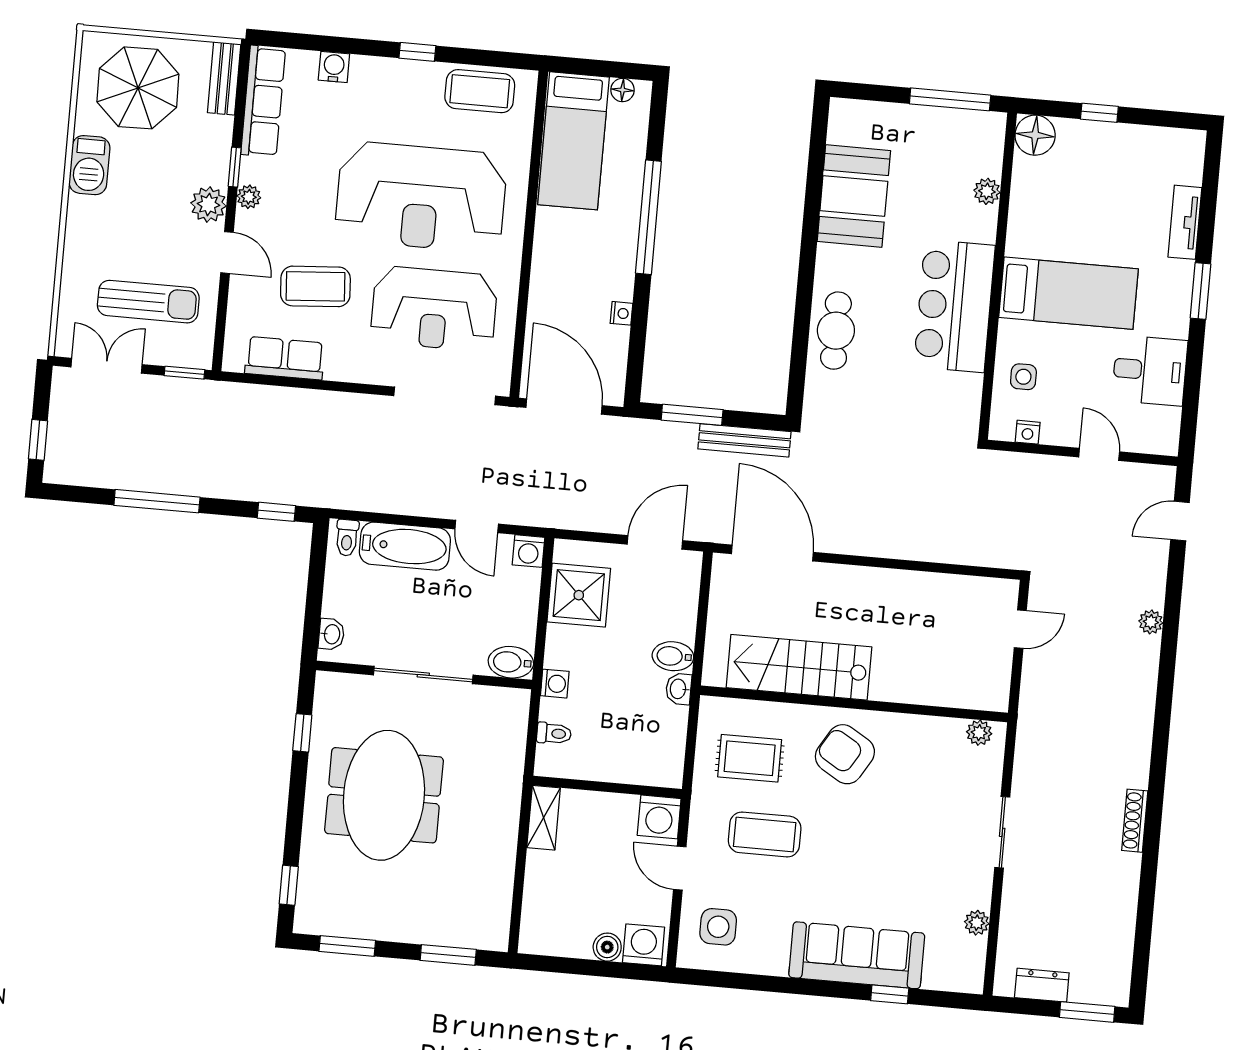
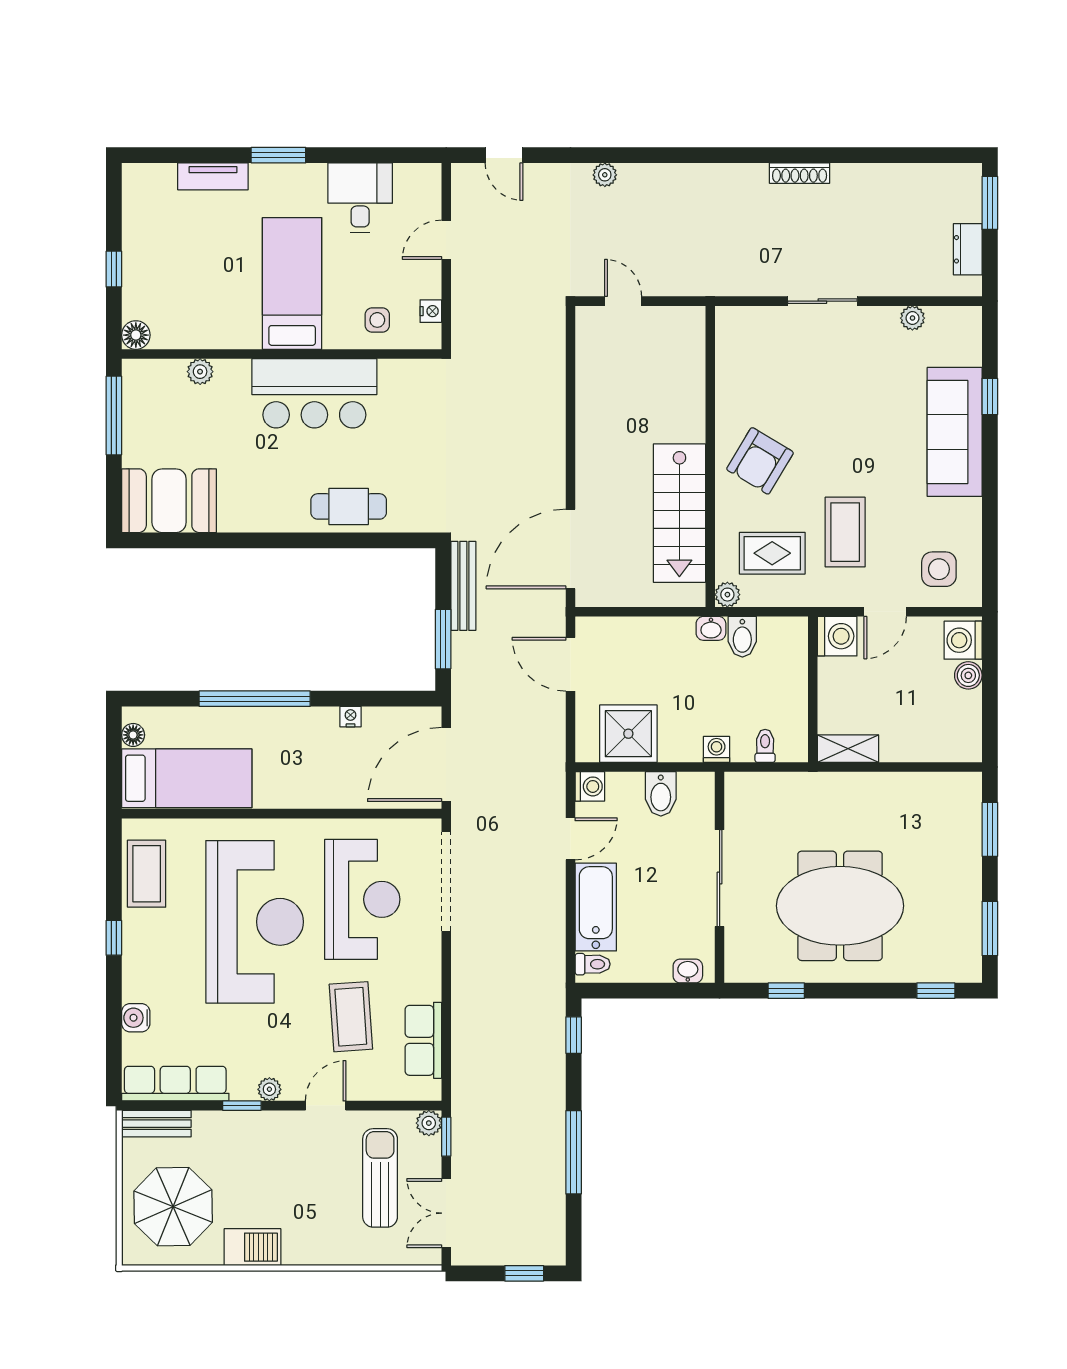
floor lamp: (1035, 135) -> (136, 335), width x0.73, depth x0.73
booth: (854, 196) -> (169, 501), moved
plant: (208, 204) -> (429, 1123), moved, width x0.73, depth x0.73
bidet: (673, 656) -> (742, 637), moved
bidet: (511, 662) -> (661, 794), moved
plant: (979, 733) -> (727, 595), moved
rug: (750, 758) -> (772, 553), turned 90

